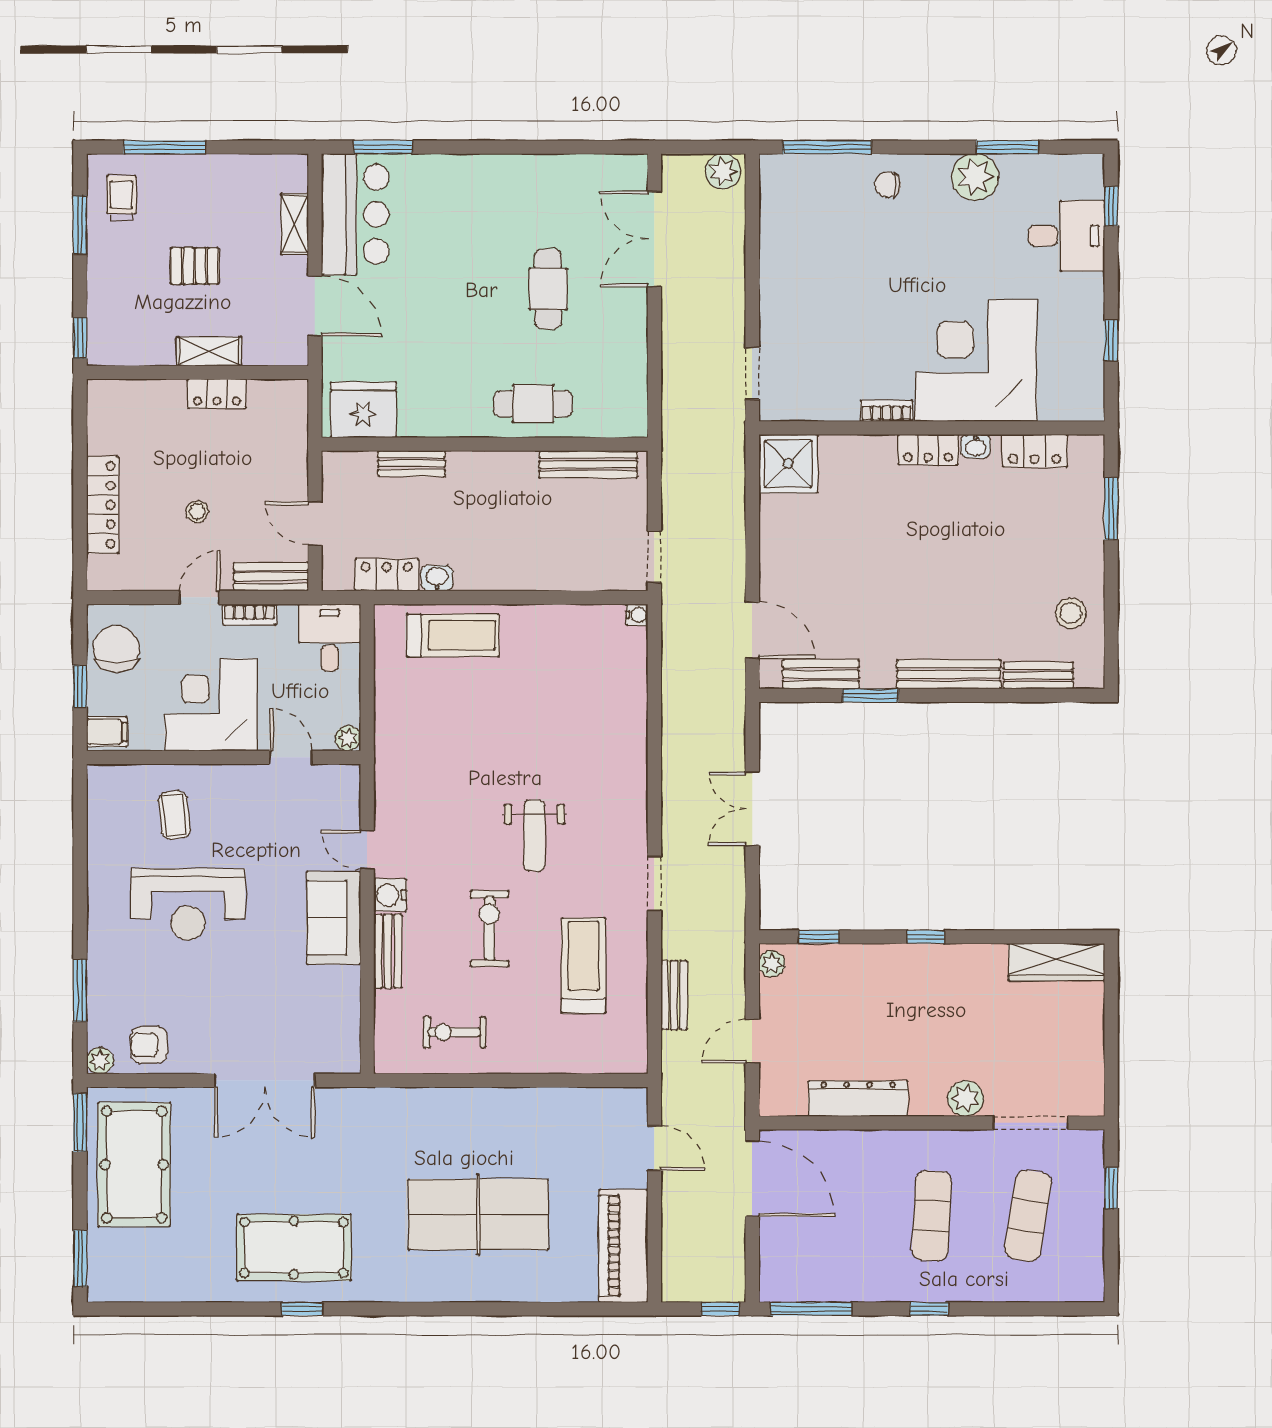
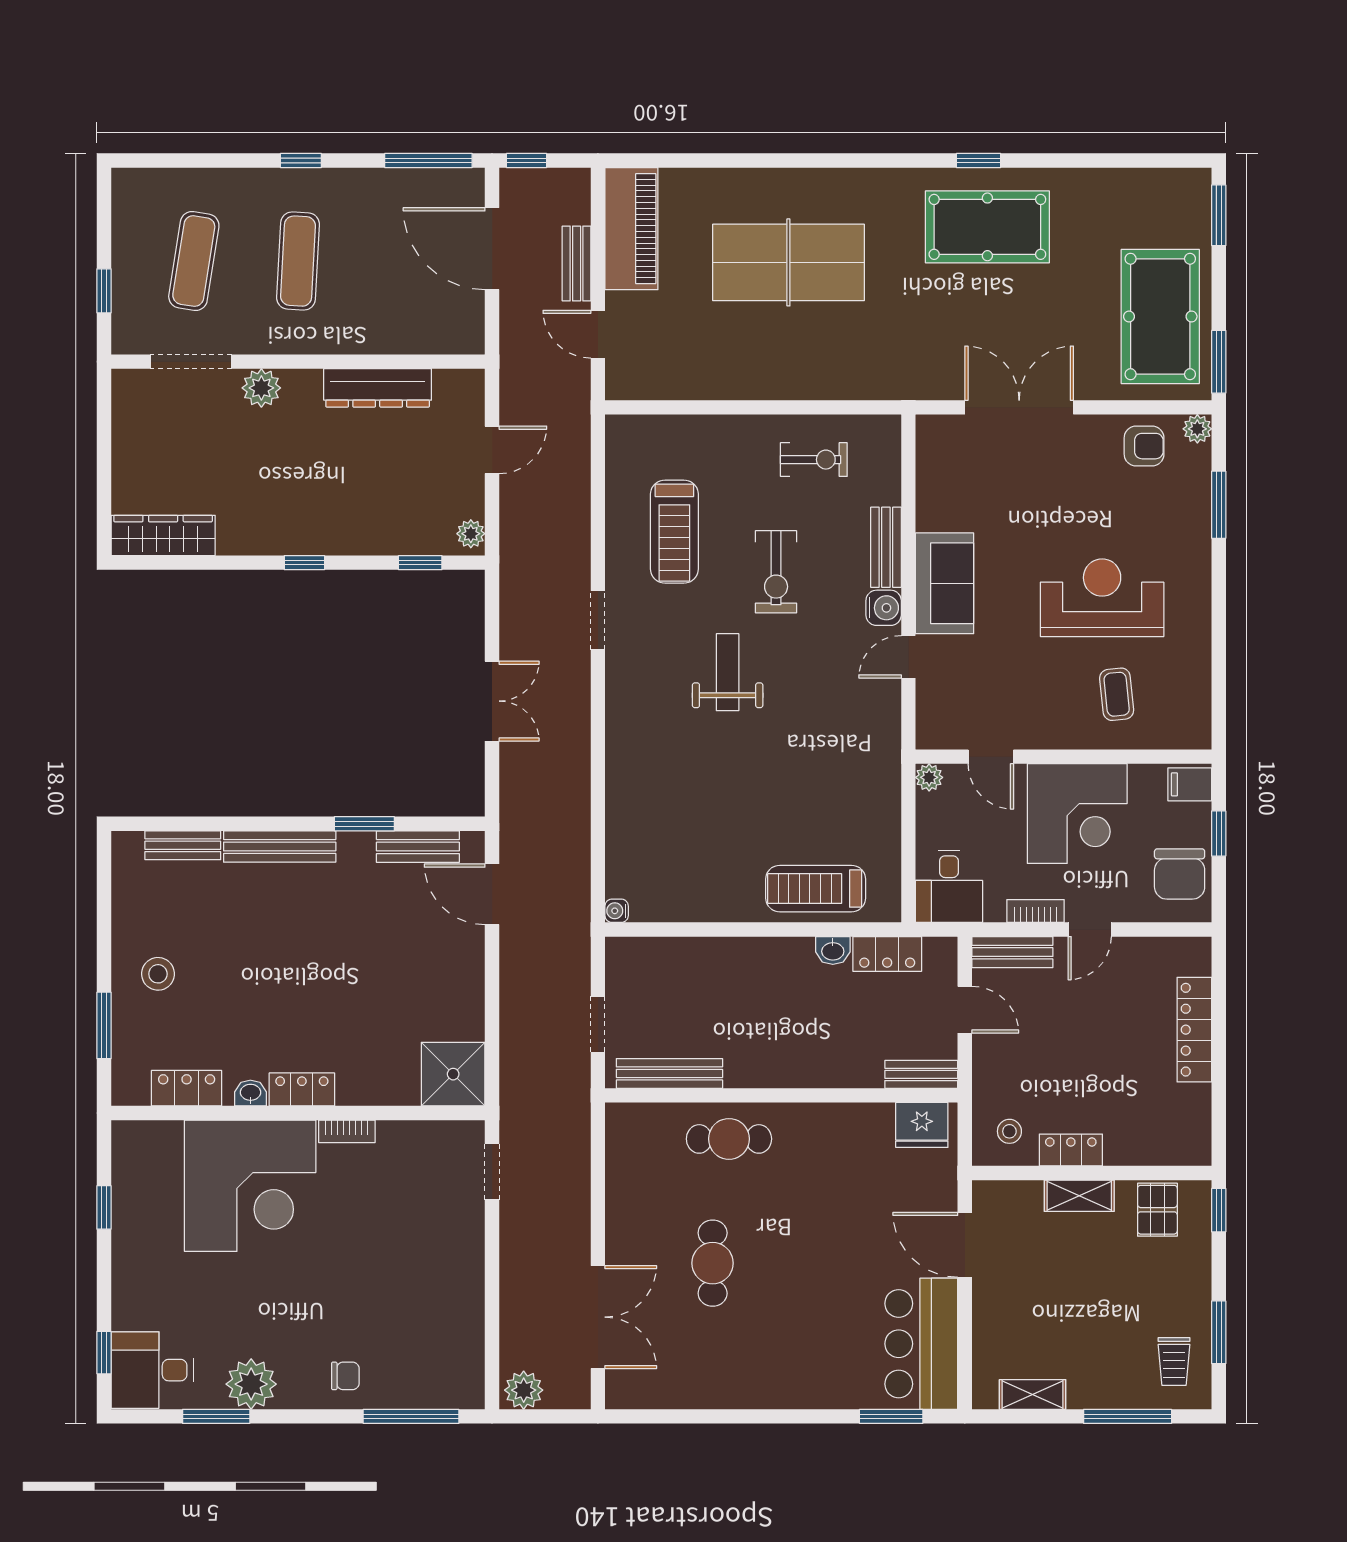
shelving: (295, 224) -> (1033, 1394), moved, turned 90
desk: (1066, 236) -> (152, 1370), moved
pallet: (195, 266) -> (1157, 1210), moved, turned 90
fridge: (363, 410) -> (922, 1125), width x0.73, depth x0.75
bench: (412, 464) -> (921, 1074), moved
stool: (197, 512) -> (1009, 1131), moved
doorway: (654, 557) -> (598, 1024), moved
stool: (1071, 613) -> (158, 974), moved
door: (367, 850) -> (908, 657), swing flipped
bench: (674, 995) -> (577, 264), moved
door: (752, 1179) -> (492, 249), moved

